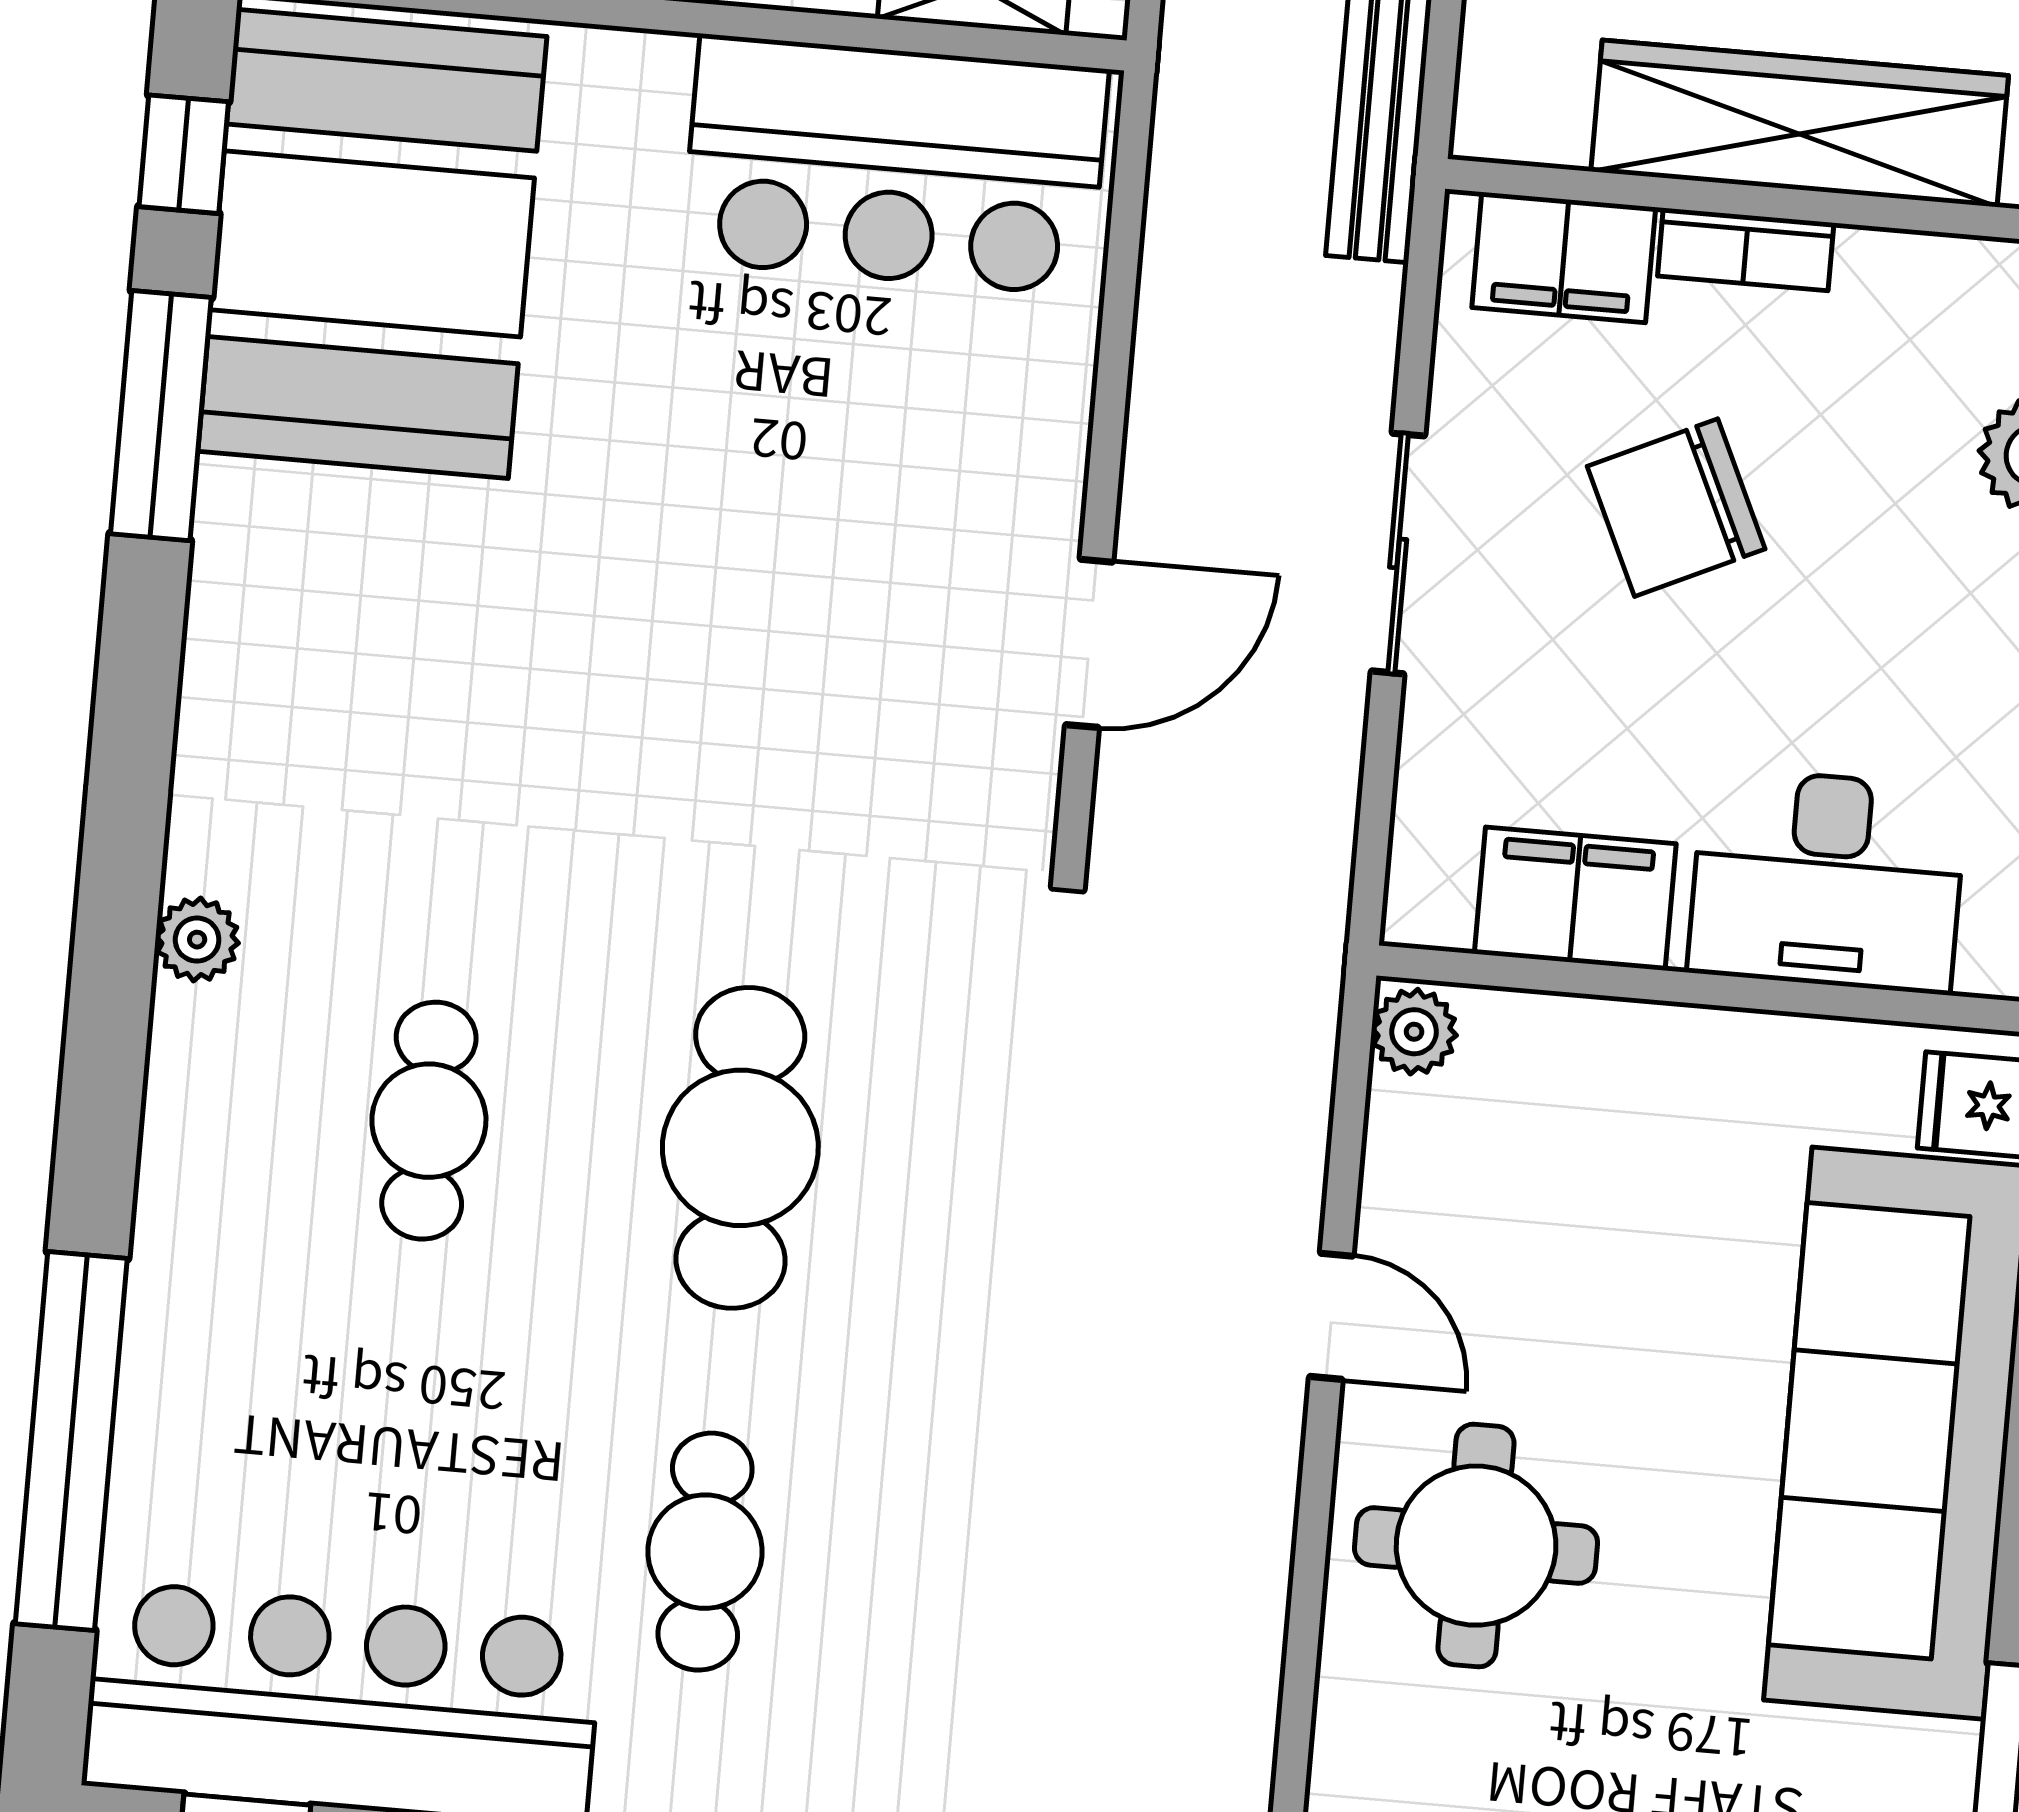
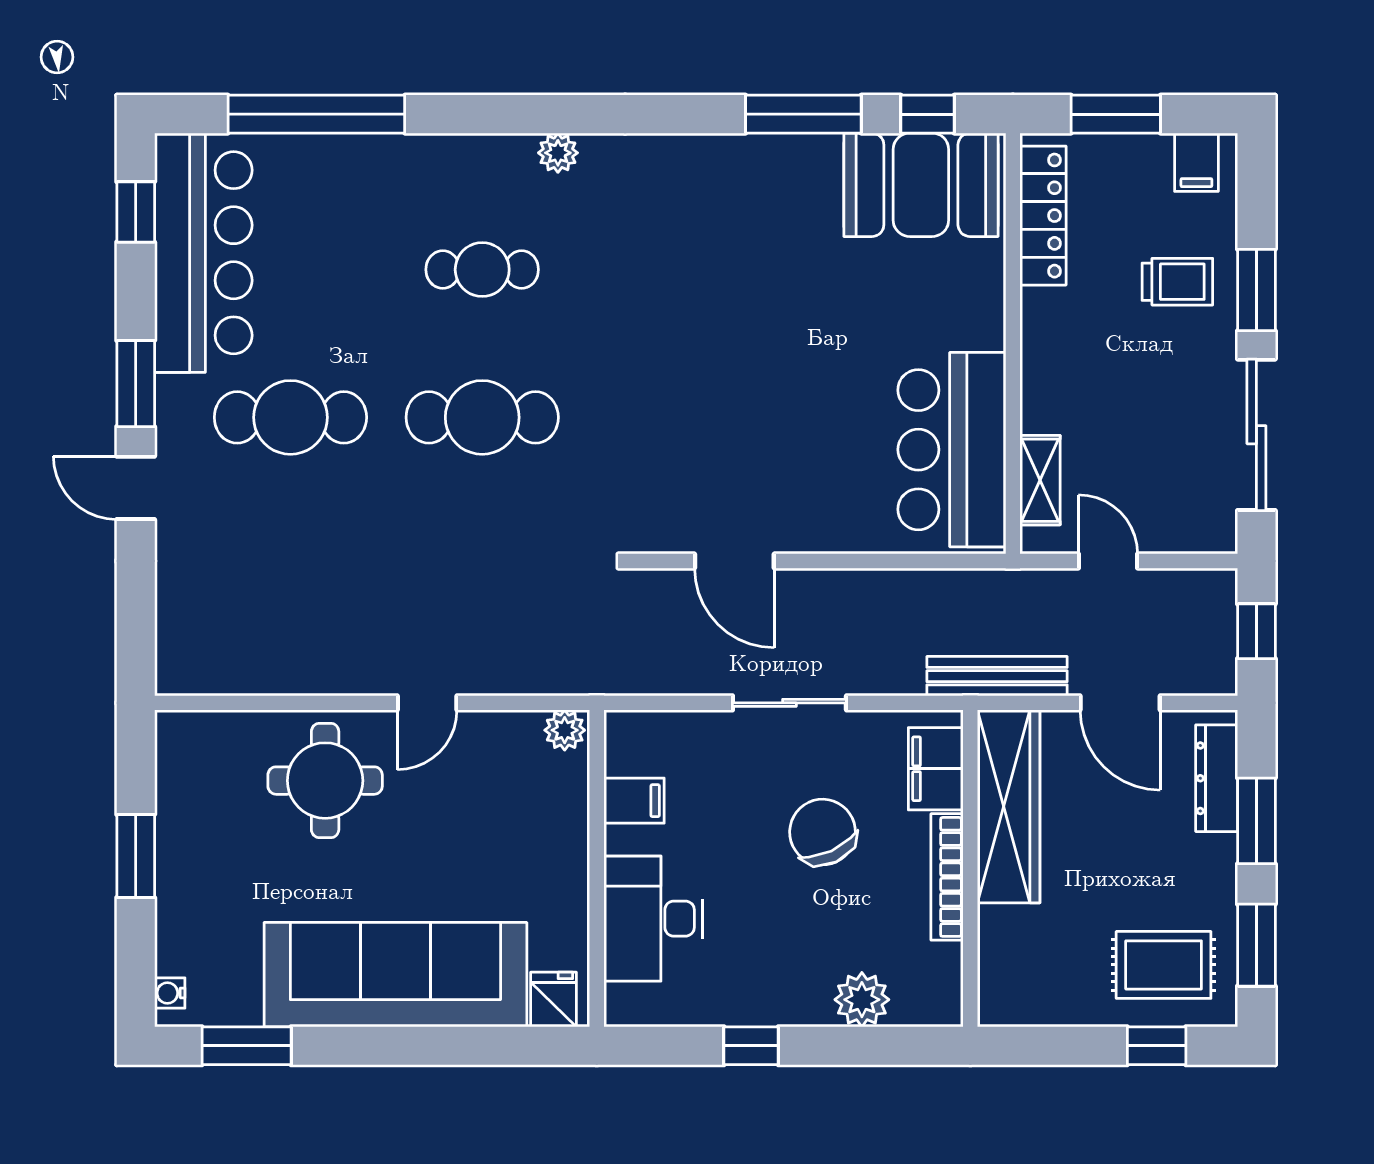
wardrobe: (1800, 123) -> (1009, 806), moved
booth: (372, 244) -> (921, 185), width x0.73, depth x0.70
bookcase: (1746, 249) -> (947, 877), width x1.56
filing cabinet: (1575, 899) -> (634, 801), width x0.50
cafe table: (705, 1552) -> (290, 417), width x1.37, depth x1.35

